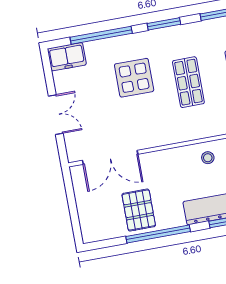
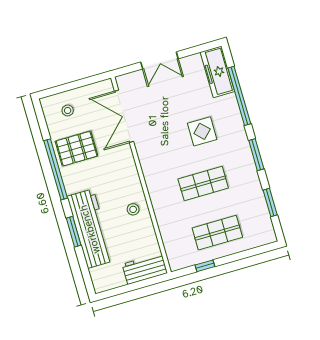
freezer: (67, 57) -> (217, 72), width x1.40
display table: (134, 78) -> (202, 131), width x0.73, depth x0.73
stool: (98, 215) -> (68, 110), added

